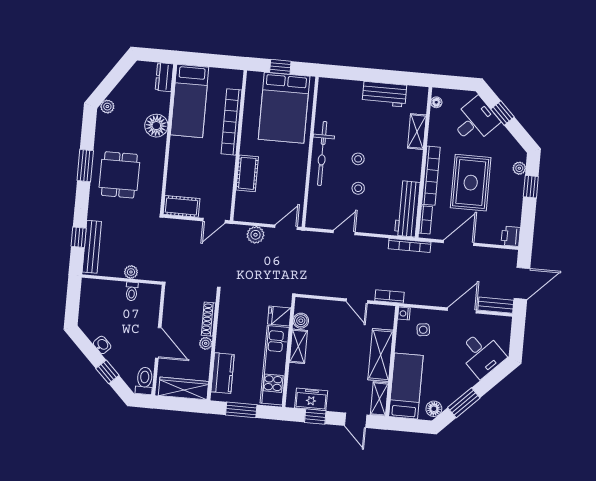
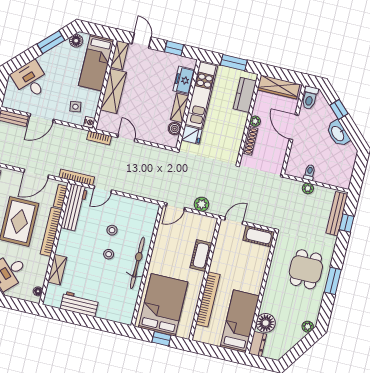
floor lamp: (156, 126) -> (266, 323), moved
door: (344, 232) -> (103, 189), moved
washbasin: (102, 345) -> (338, 133), width x1.91, depth x1.45
freezer: (311, 399) -> (184, 80), moved, turned 90

